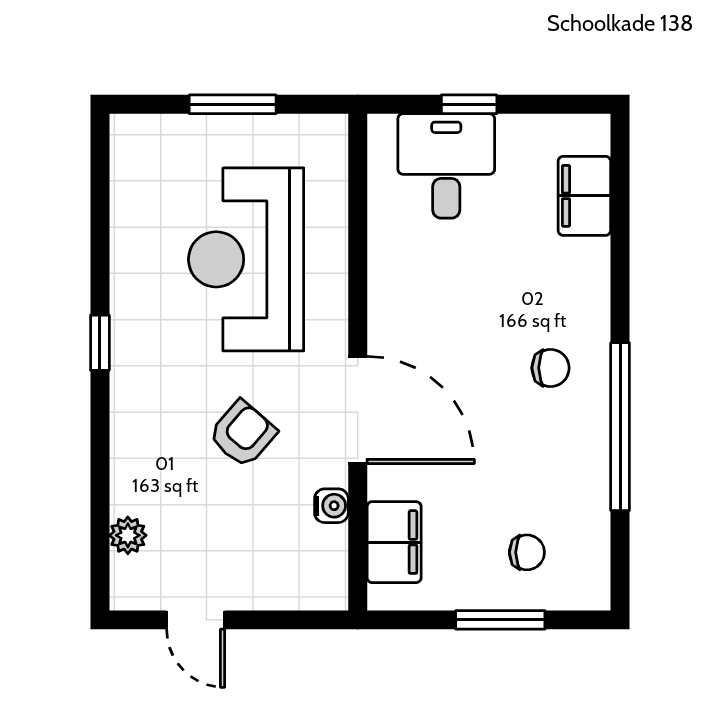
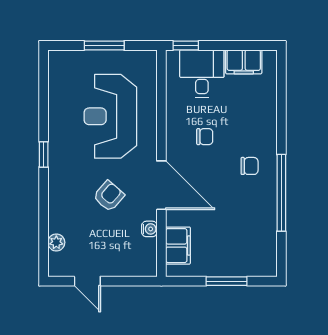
window: (469, 104) -> (186, 45), moved
filing cabinet: (584, 196) -> (244, 62), moved, turned -90
chair: (527, 552) -> (205, 137), moved

